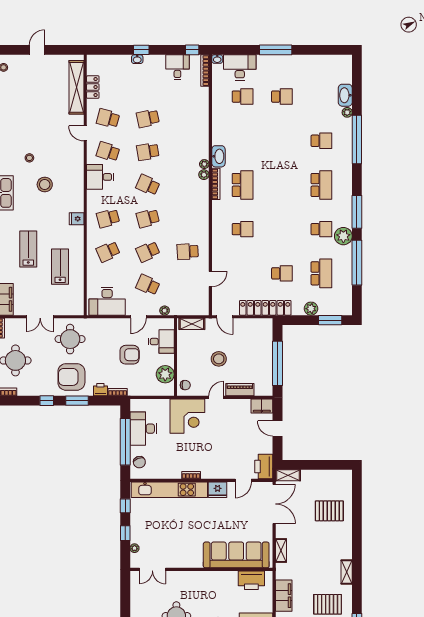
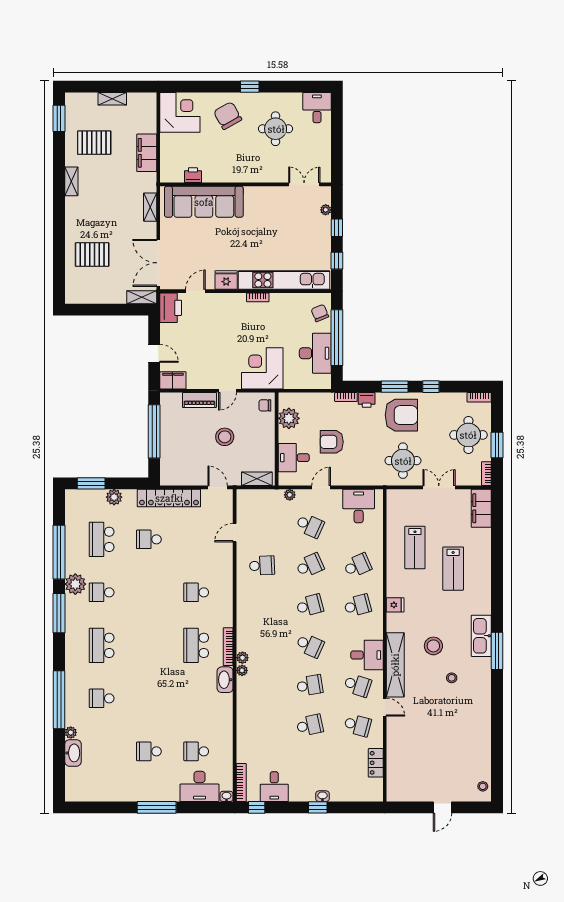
shelving: (76, 87) -> (395, 665), moved
desk: (107, 301) -> (359, 506), width x0.73
printer: (251, 580) -> (193, 175), width x0.53, depth x0.68

